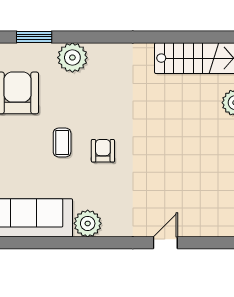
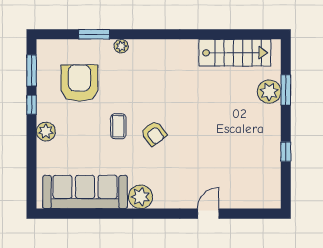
plant: (72, 58) -> (121, 46), width x0.53, depth x0.53
armchair: (103, 151) -> (154, 133), turned 143

